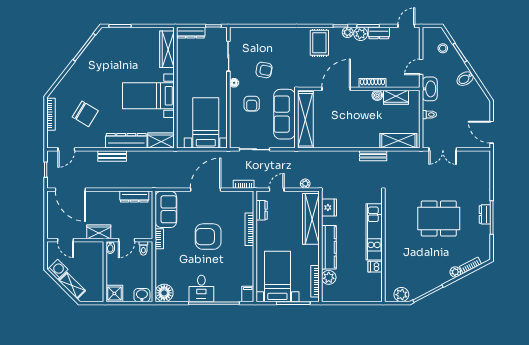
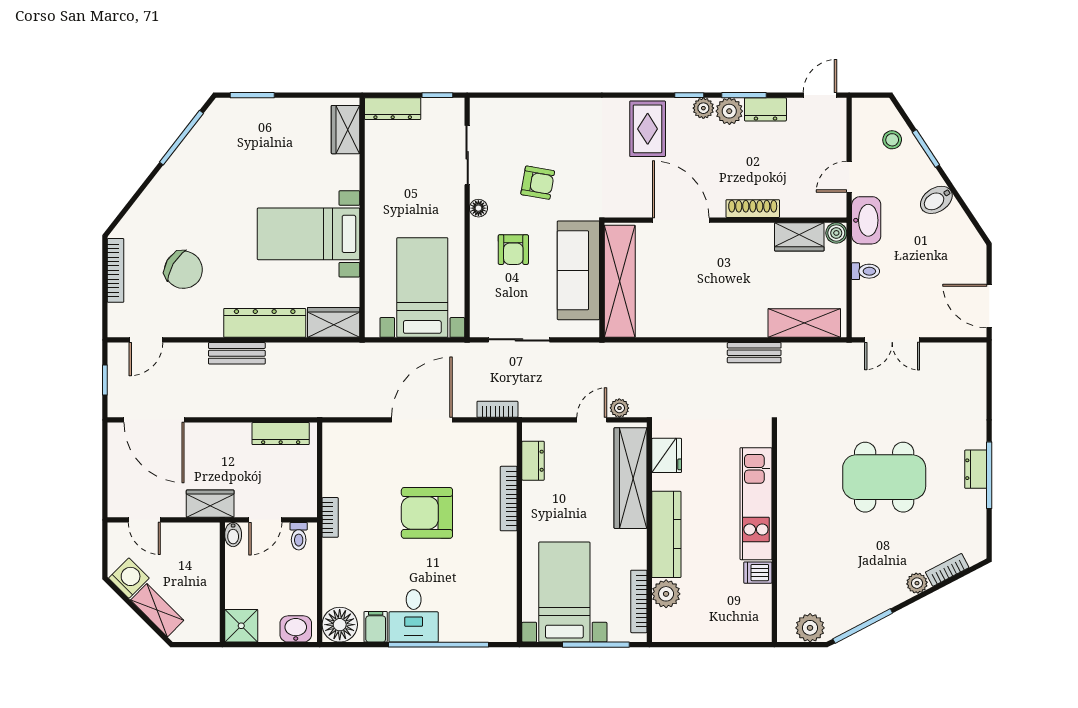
wardrobe: (167, 49) -> (346, 130), width x0.67
door: (336, 89) -> (681, 220), hinge flipped
boiler: (377, 95) -> (836, 233), moved
door: (277, 190) -> (592, 420), moved
sofa: (166, 209) -> (343, 459), removed
filing cabinet: (248, 294) -> (376, 627), moved

